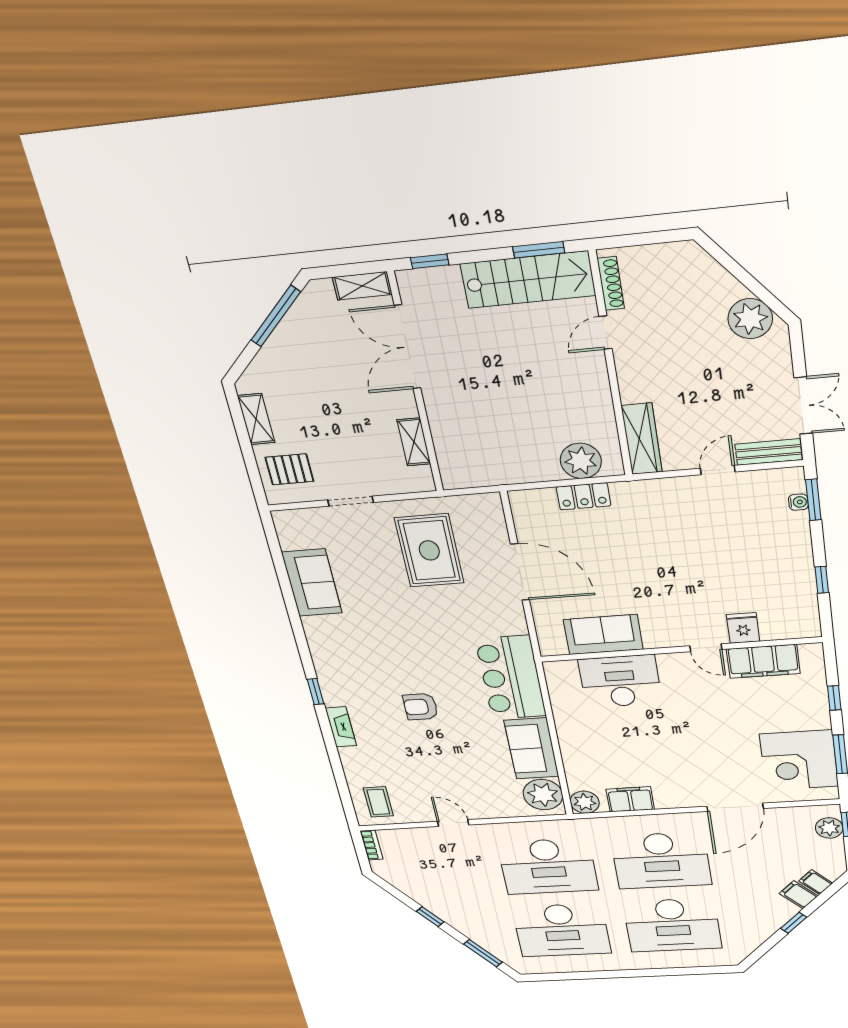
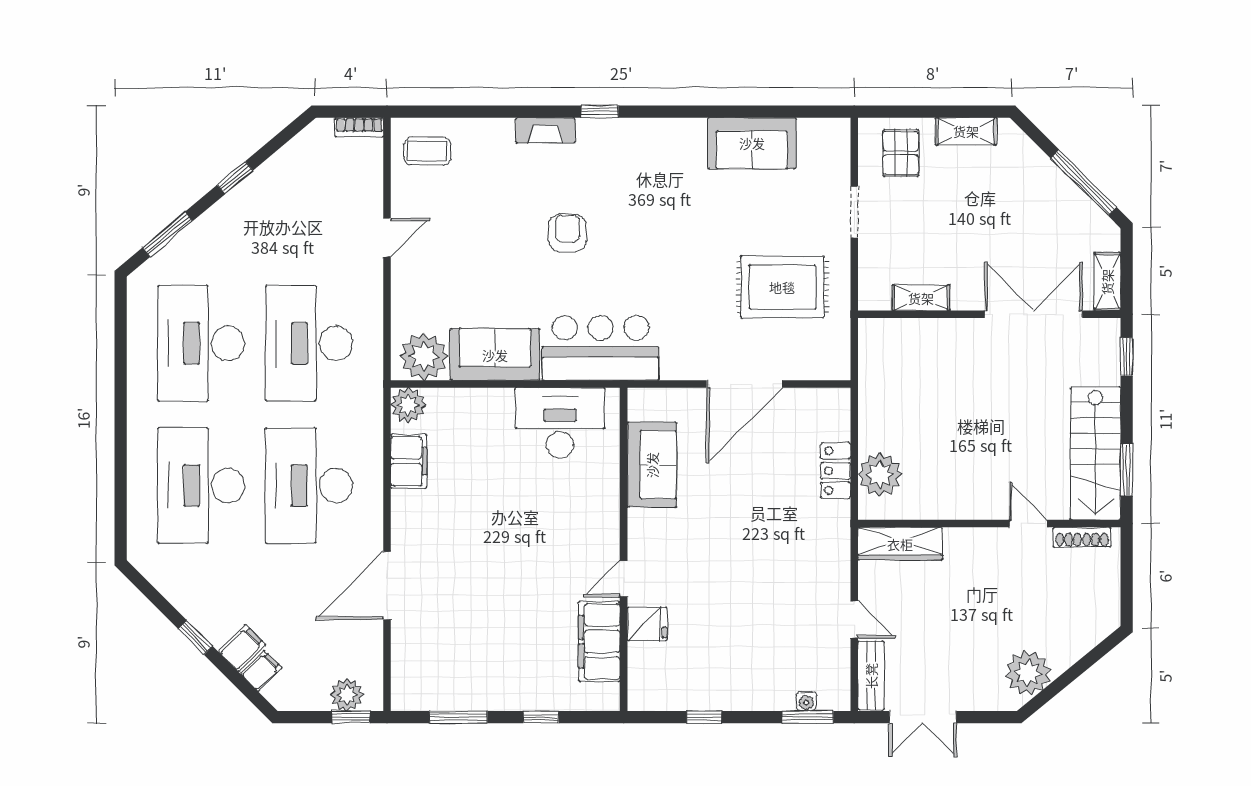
desk: (620, 681) -> (560, 423), moved, turned -90
corner desk: (799, 760) -> (453, 669), removed
door: (735, 807) -> (387, 586), hinge flipped

